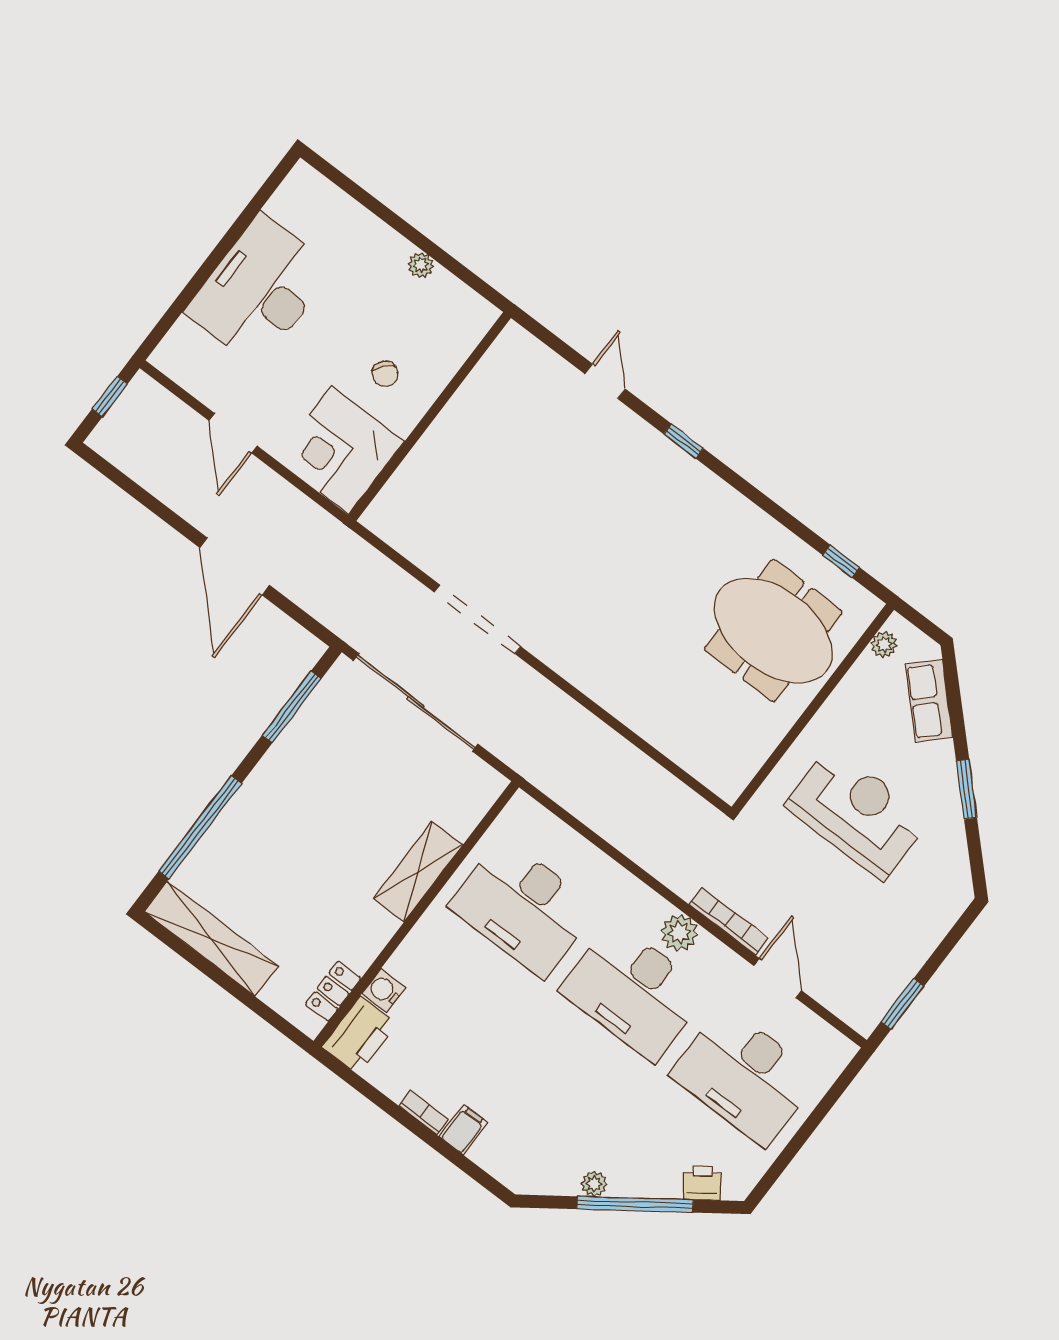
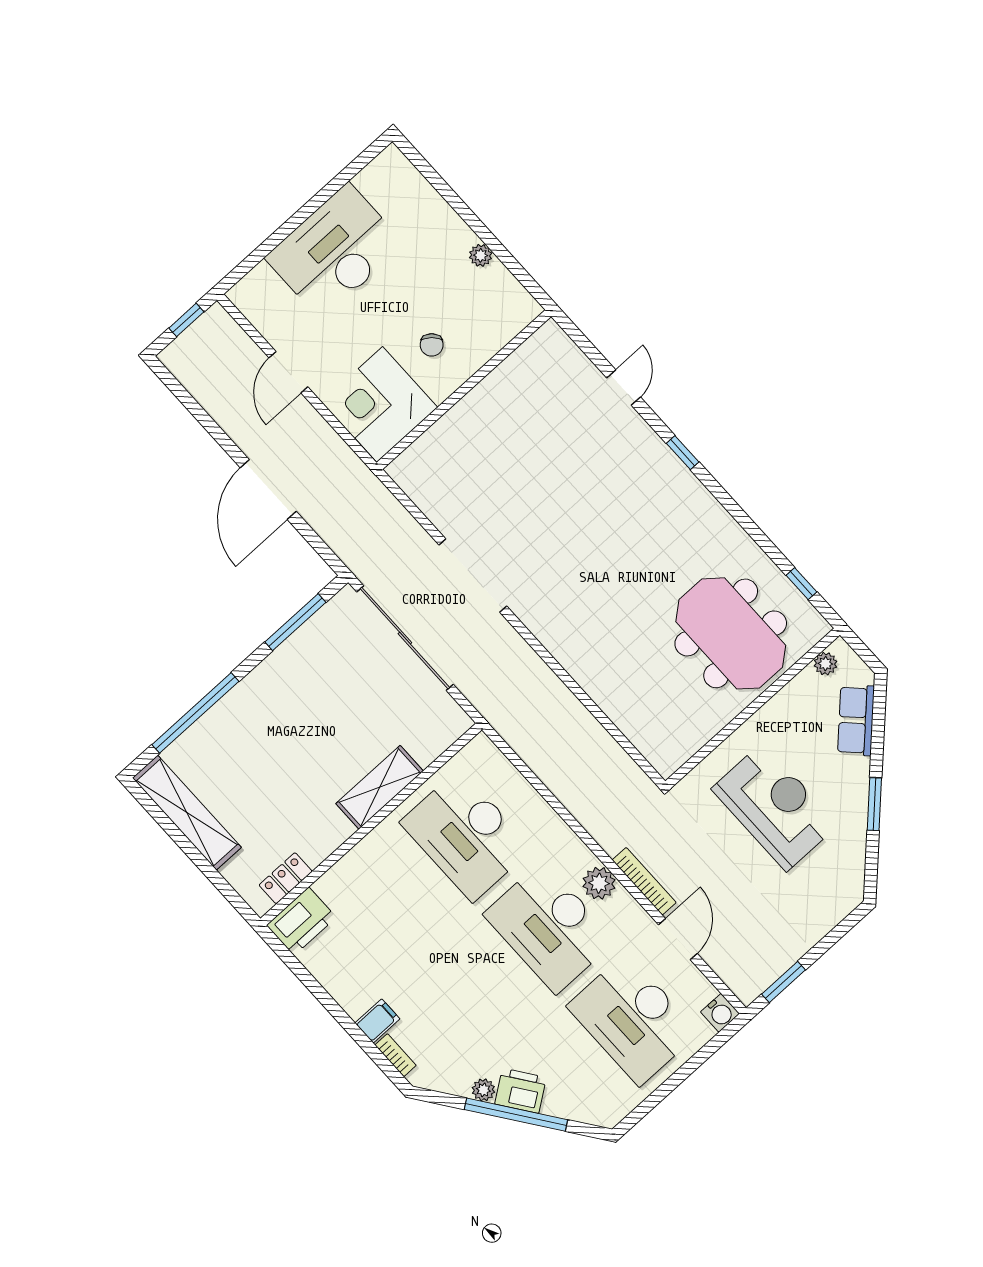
water cooler: (384, 991) -> (720, 1013), moved, turned 180
bookcase: (423, 1113) -> (396, 1055), moved
printer: (702, 1183) -> (520, 1091), moved, width x1.36, depth x1.24

